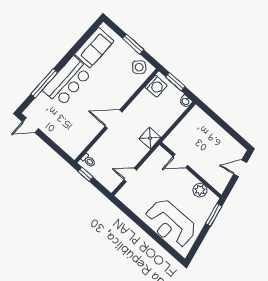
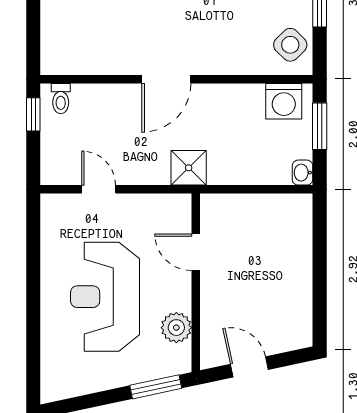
door: (114, 119) -> (166, 79), swing flipped
door: (240, 168) -> (249, 367), moved
reception desk: (170, 224) -> (105, 297), moved

